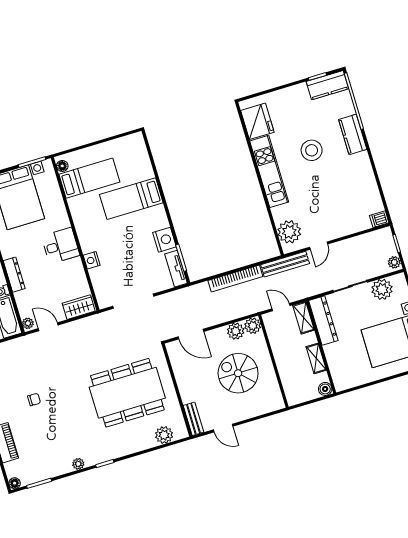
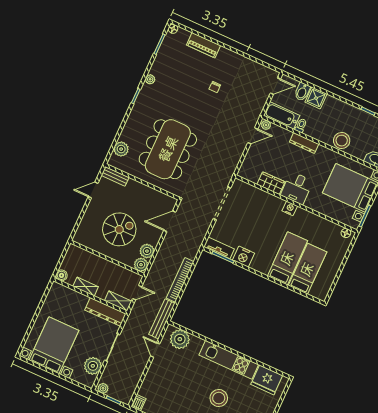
bed: (89, 178) -> (307, 269), moved, turned 180
nightstand: (92, 260) -> (290, 208), moved
wardrobe: (79, 307) -> (271, 183), moved, turned -90

